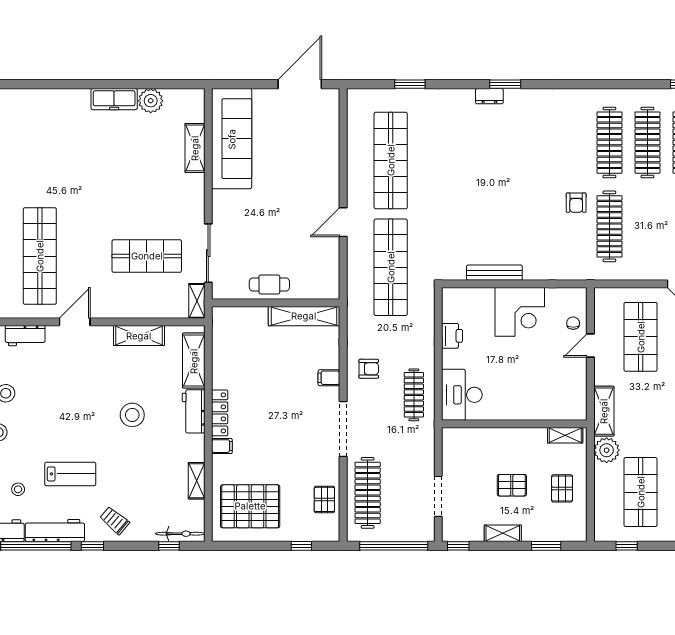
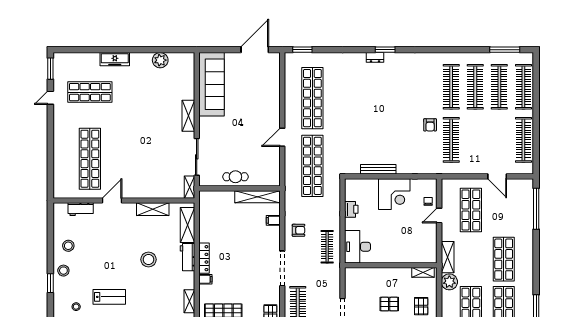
window: (410, 84) -> (302, 50), moved
freezer: (114, 99) -> (115, 59), moved
shelving: (195, 148) -> (188, 116), moved
shop shelf: (147, 256) -> (90, 92), moved
filing cabinet: (329, 378) -> (273, 220), moved

